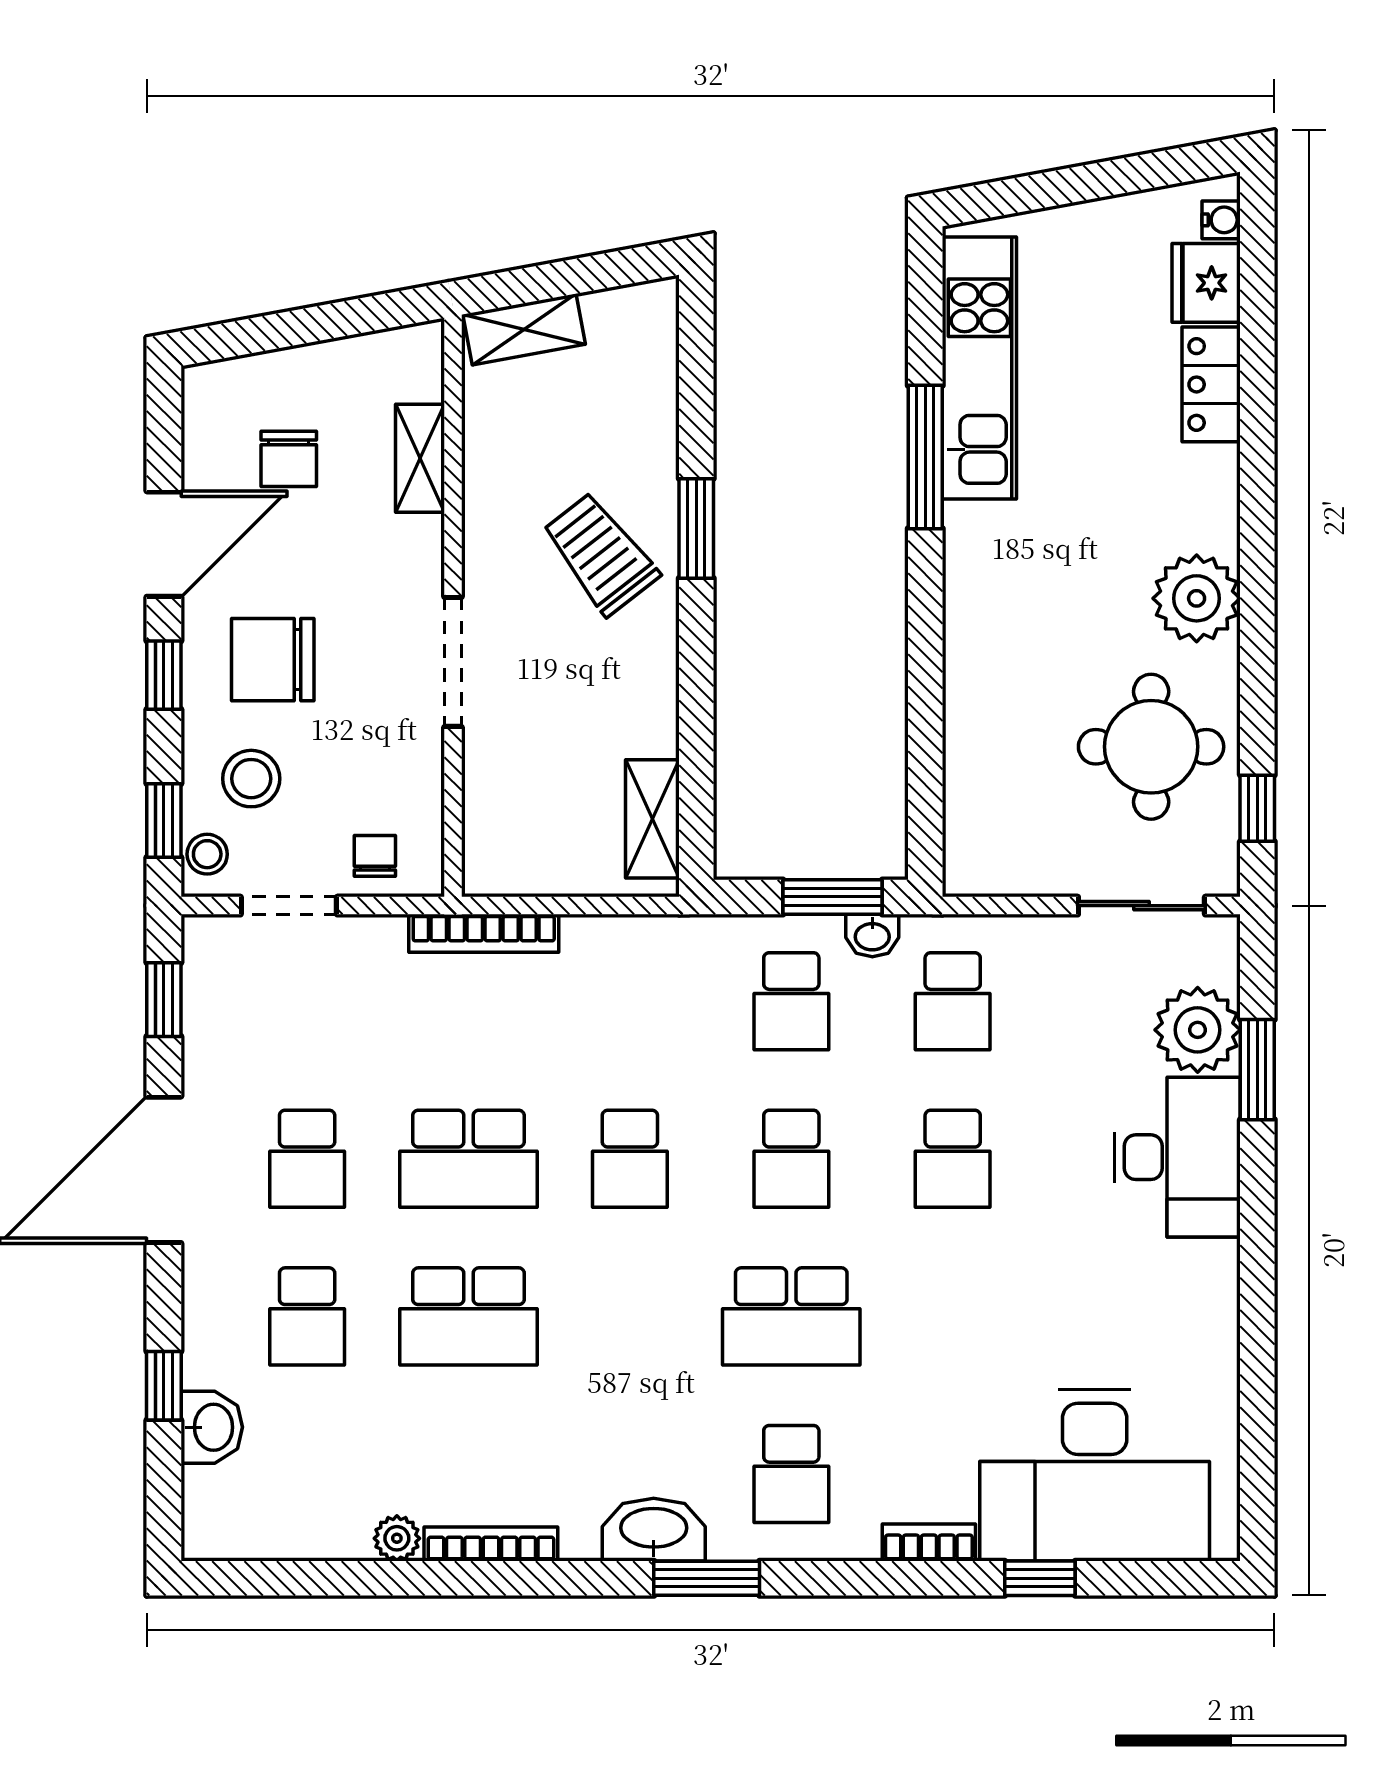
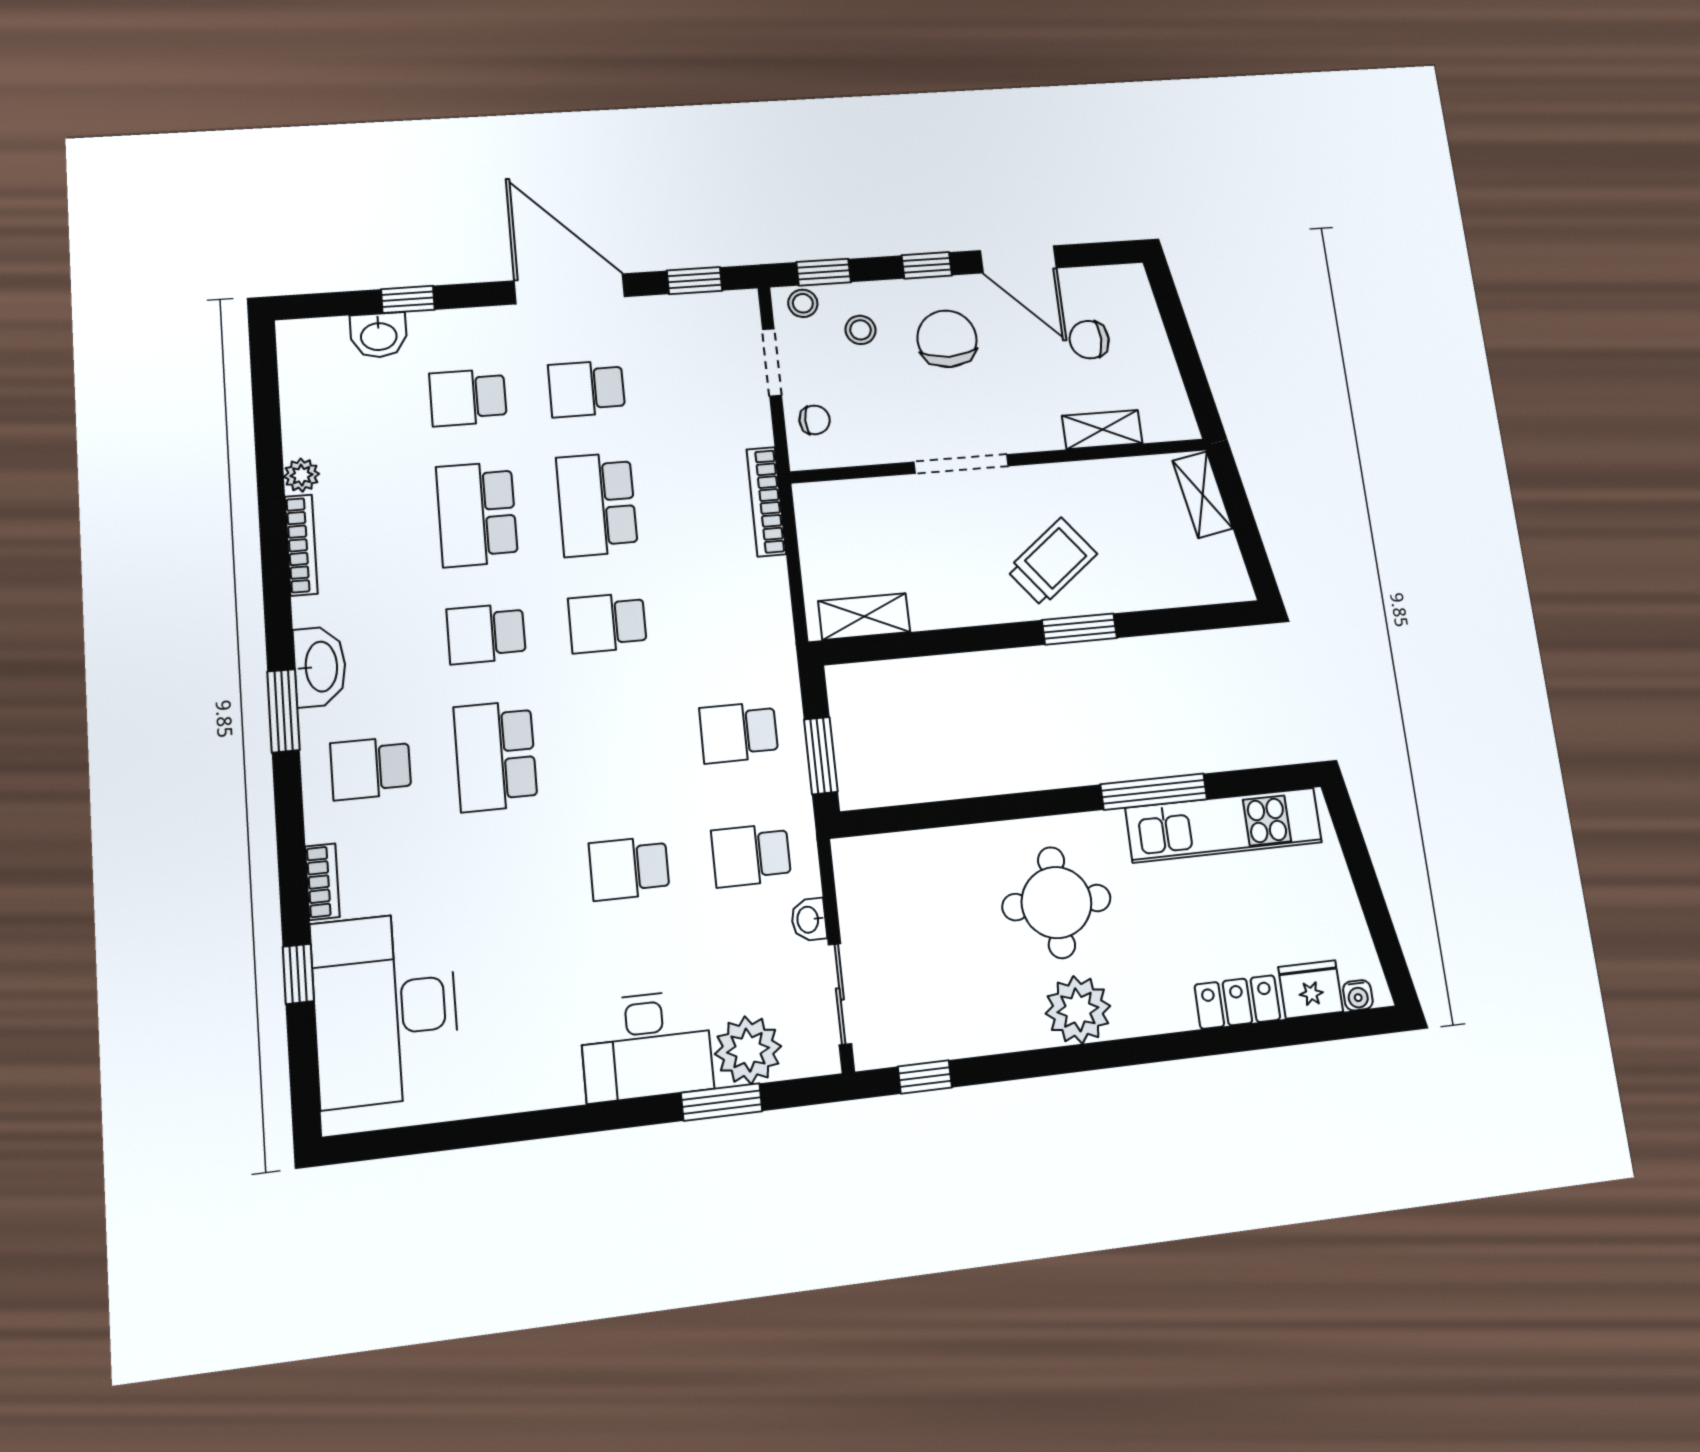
round table: (1151, 747) -> (1056, 903), moved
stool: (251, 779) -> (860, 330), width x0.73, depth x0.73
washbasin: (872, 935) -> (809, 920), moved
school desk: (791, 1159) -> (486, 634), moved

